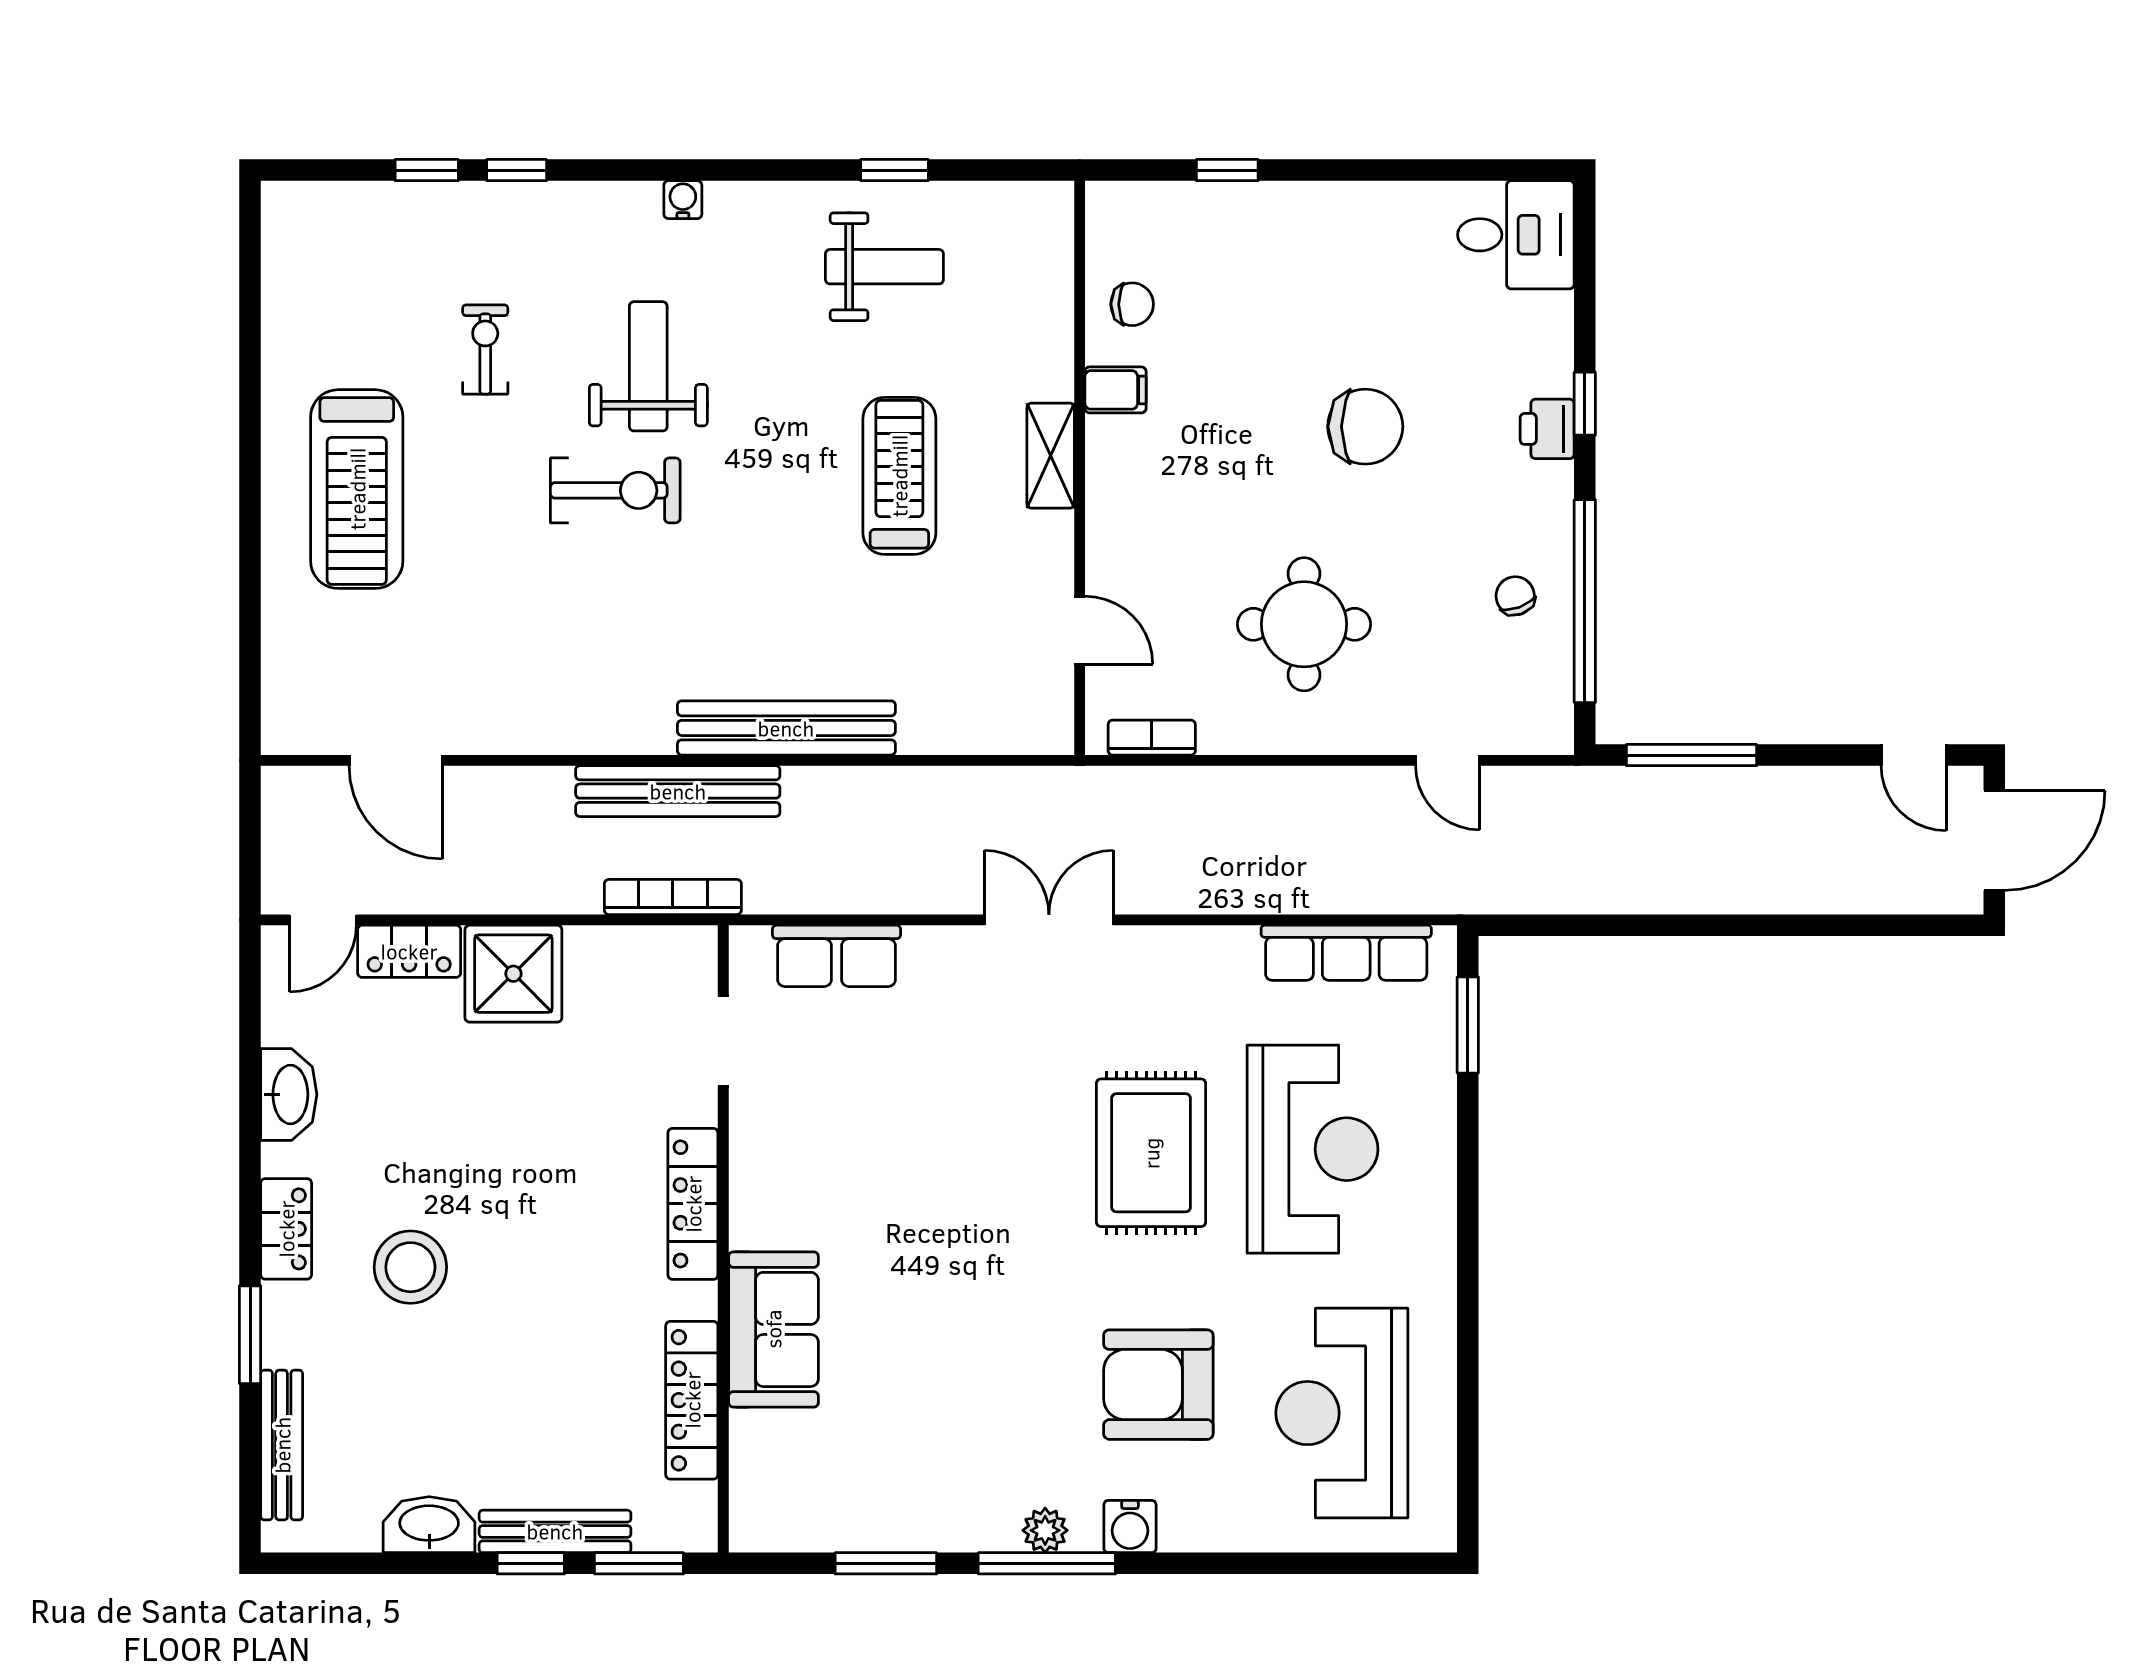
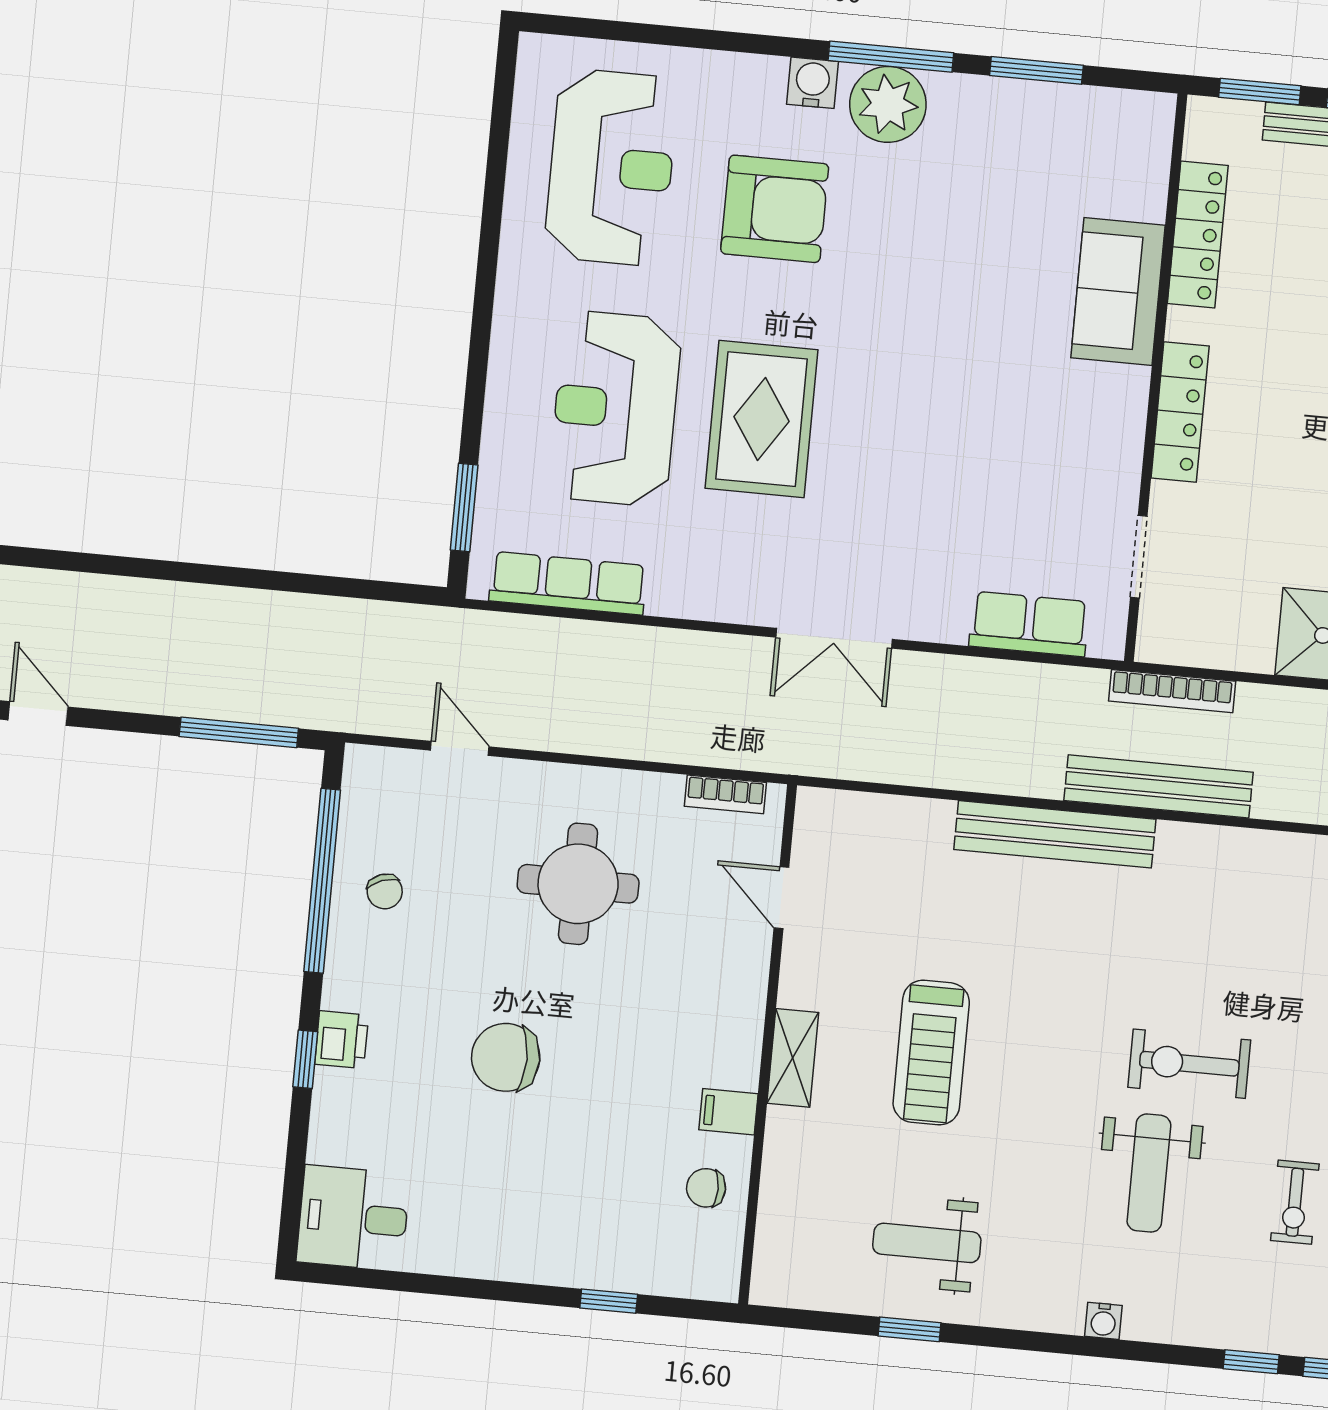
plant: (1045, 1530) -> (888, 104), width x1.88, depth x1.88

